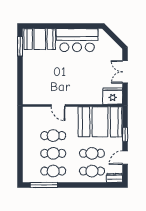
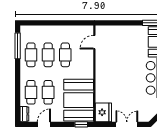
door: (58, 105) -> (94, 42), moved
window: (125, 134) -> (81, 124), moved
door: (125, 158) -> (44, 124), hinge flipped

